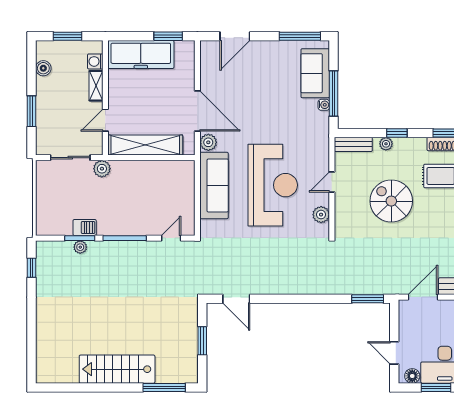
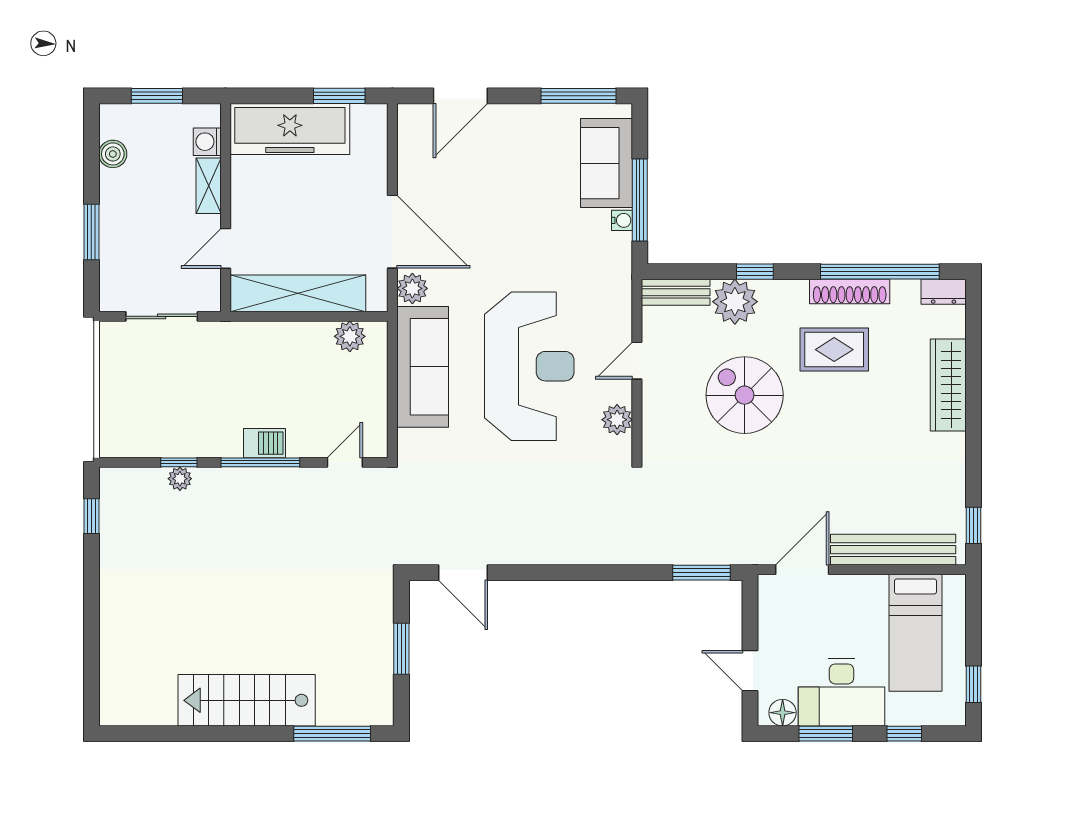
plant: (386, 144) -> (735, 302), width x1.88, depth x1.88
plant: (102, 169) -> (350, 336), moved
barbecue: (85, 228) -> (264, 443), moved
window: (80, 238) -> (179, 462), width x0.67

